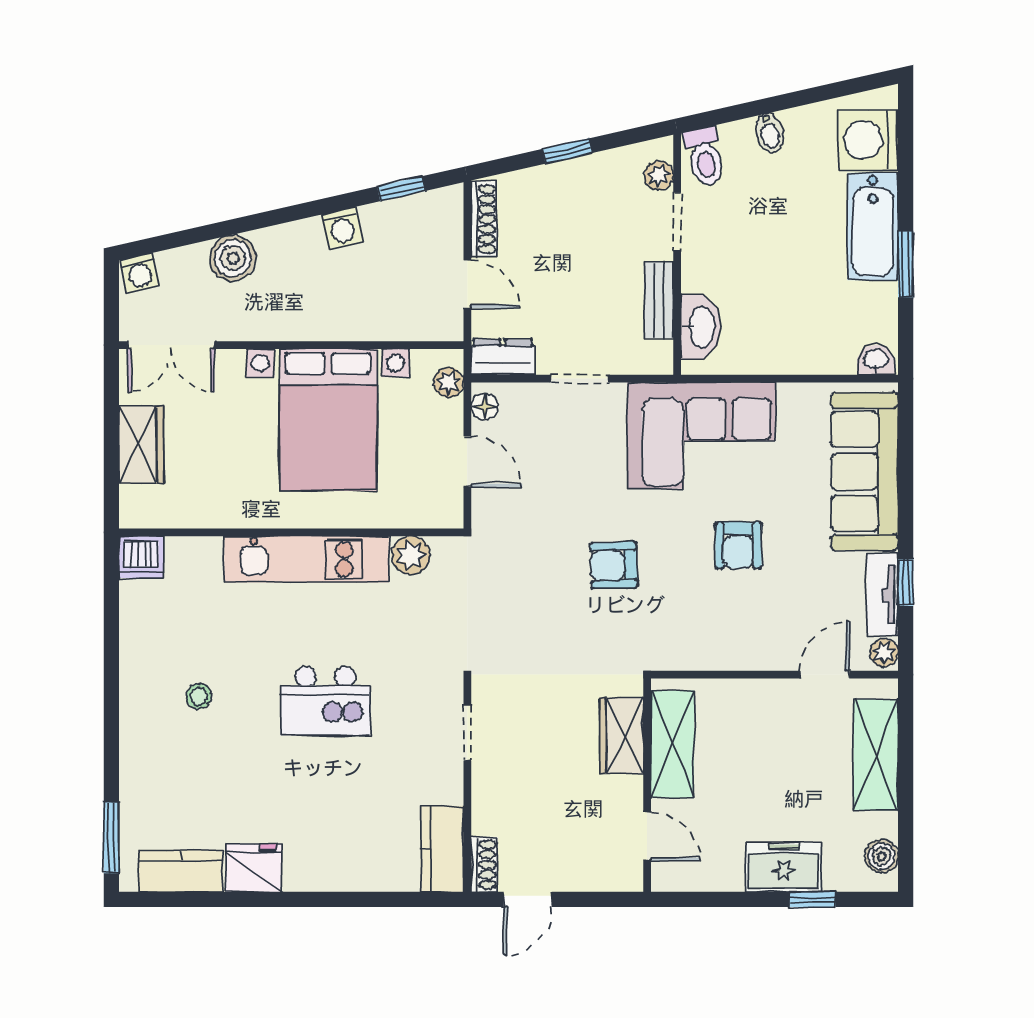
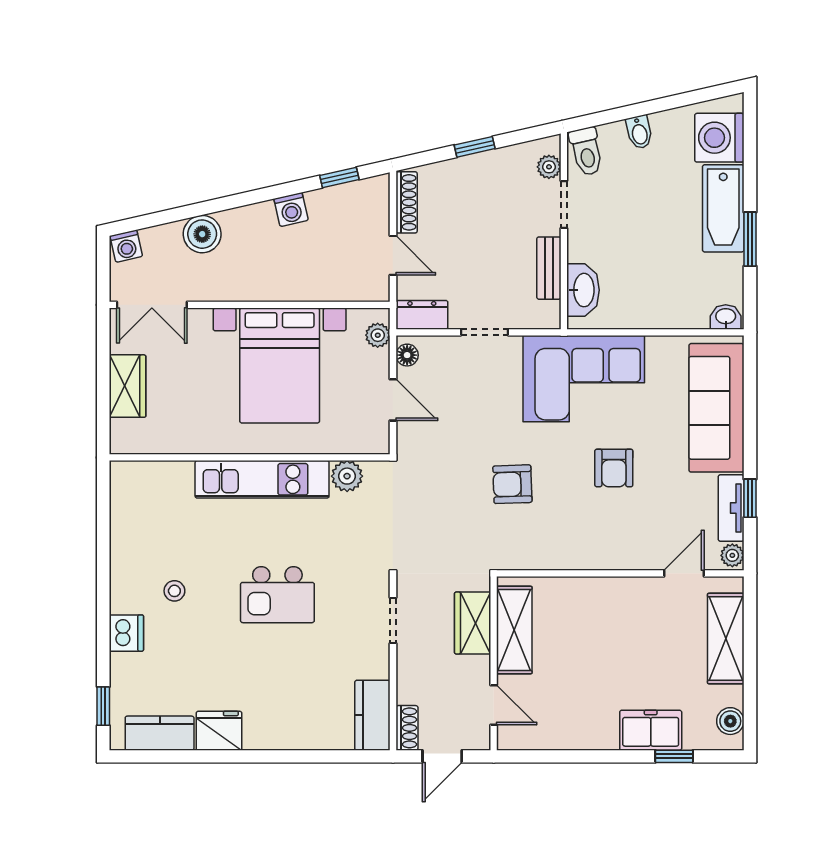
dishwasher: (141, 557) -> (126, 633), moved, turned -90
wardrobe: (621, 736) -> (473, 623), moved
shelving: (672, 744) -> (514, 630), moved
wall: (647, 785) -> (494, 663), moved
door: (647, 836) -> (494, 705), moved
window: (111, 838) -> (103, 706), width x0.67

